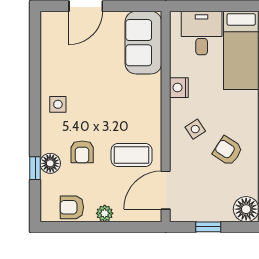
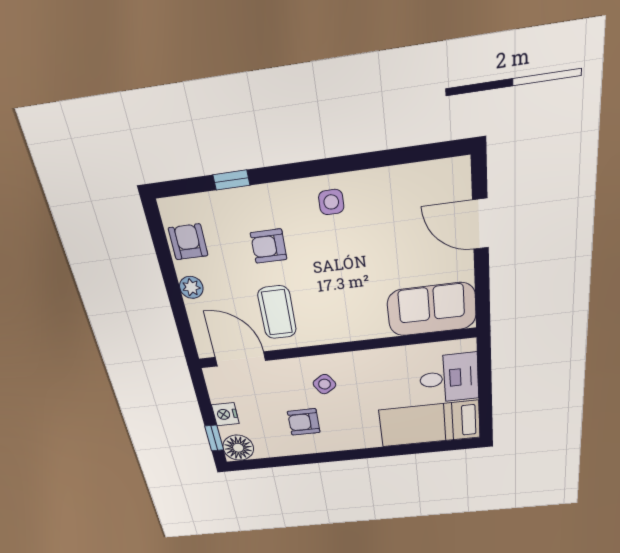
nightstand: (179, 88) -> (225, 414), moved, turned -90
armchair: (228, 151) -> (304, 422), turned -123
floor lamp: (50, 163) -> (243, 202), removed
window: (208, 227) -> (214, 438), moved

